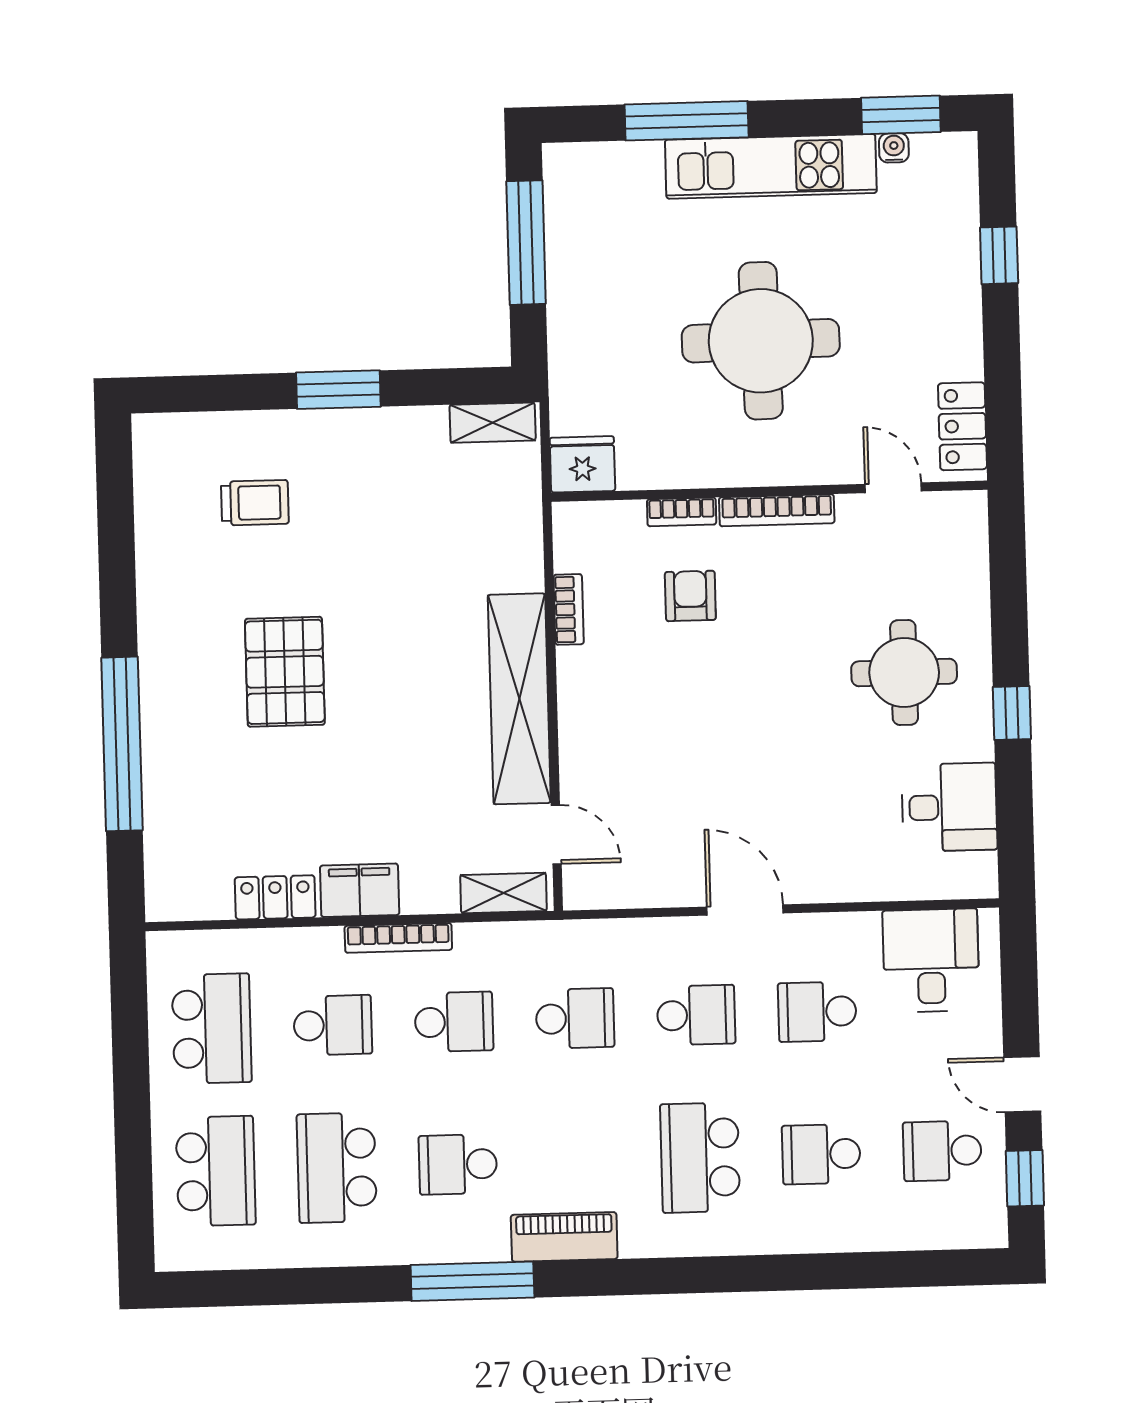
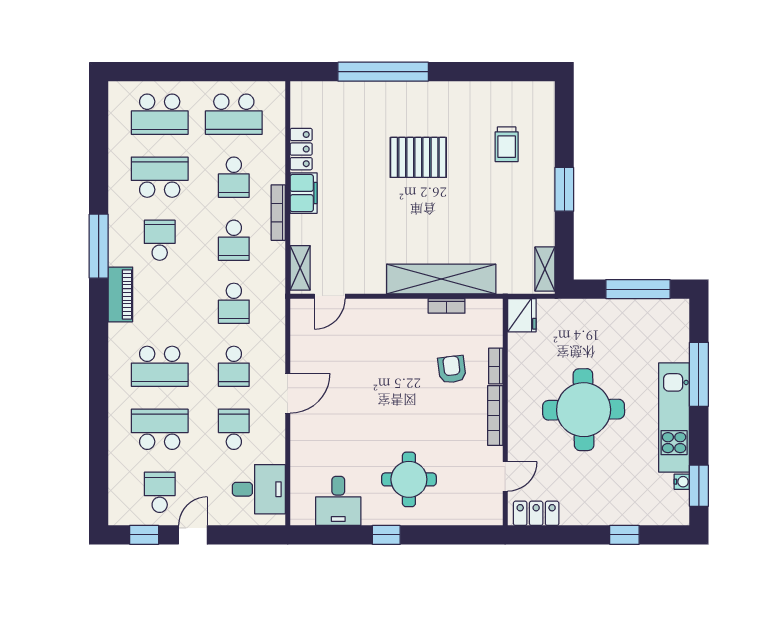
armchair: (690, 596) -> (452, 369), turned -97
shelving: (519, 699) -> (441, 279), moved
school desk: (821, 1154) -> (160, 429), width x1.85
school desk: (700, 1158) -> (160, 366), turned 180

